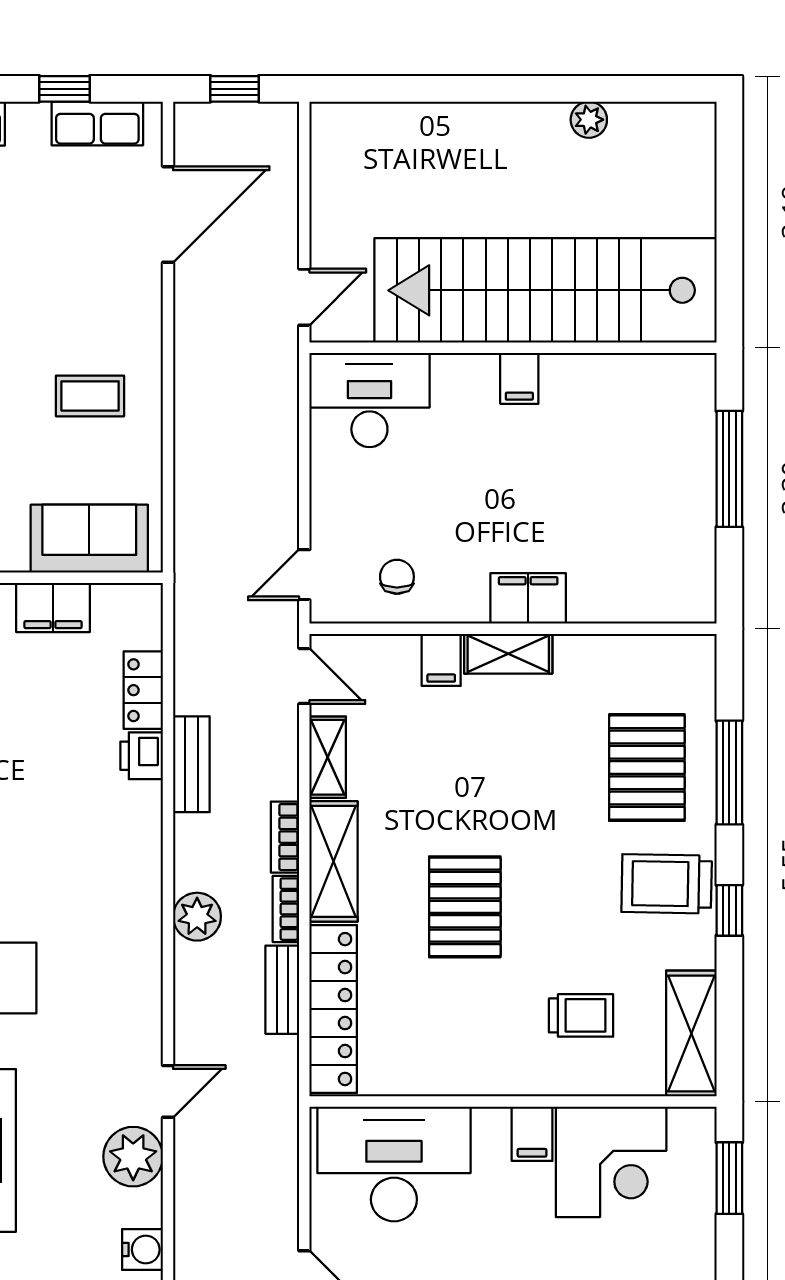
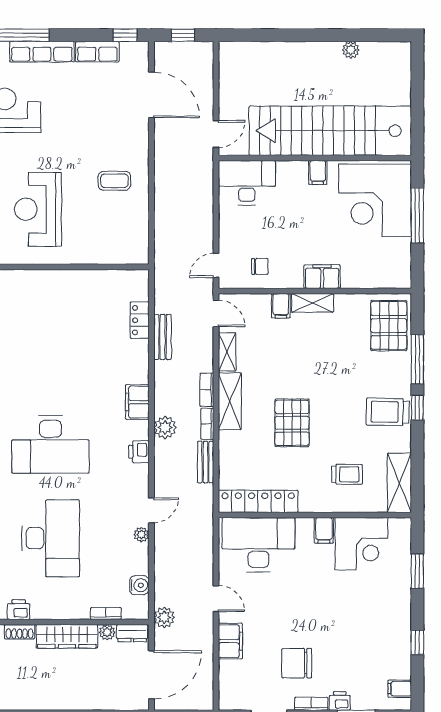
window: (64, 89) -> (125, 35), moved
row of seats: (97, 123) -> (97, 52), moved
door: (168, 214) -> (151, 95), hinge flipped
corner desk: (640, 437) -> (375, 200), added
sofa: (89, 539) -> (114, 248), removed
chair: (397, 577) -> (260, 266), turned 90
filing cabinet: (53, 607) -> (137, 402), moved, turned 90
printer: (142, 756) -> (139, 452), moved
bench: (191, 764) -> (162, 337), moved
pallet: (647, 768) -> (389, 326), moved
window: (729, 910) -> (417, 408), moved
locker: (333, 1009) -> (258, 501), moved, turned -90
plant: (133, 1157) -> (141, 535), width x0.53, depth x0.53
window: (729, 1178) -> (417, 571), moved

